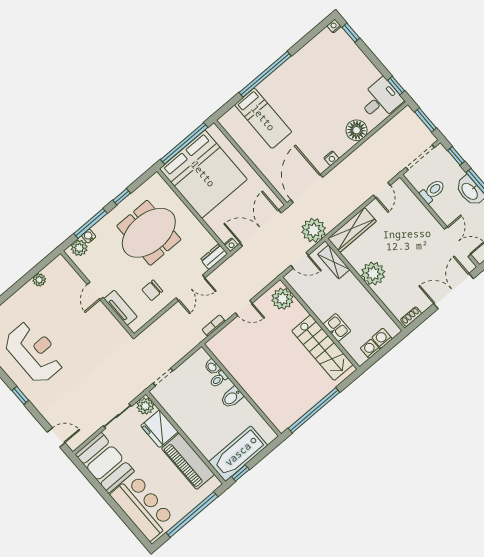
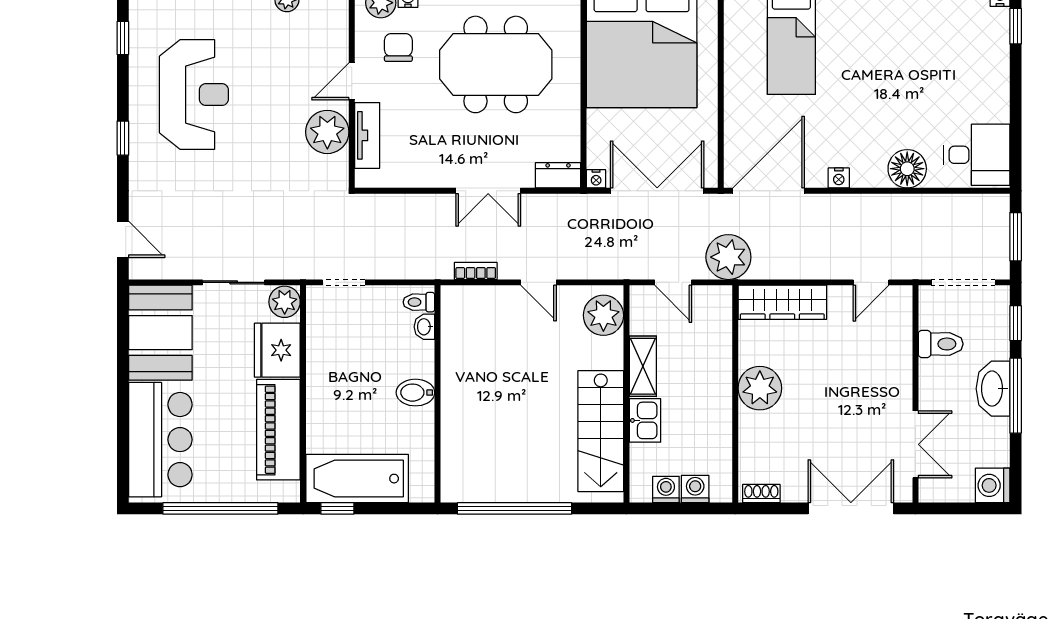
window: (396, 86) -> (1016, 154), removed
shelving: (334, 262) -> (643, 366), moved
chair: (152, 290) -> (398, 47), moved, turned 90
plant: (103, 320) -> (327, 132), added
toilet: (219, 379) -> (419, 302), moved

